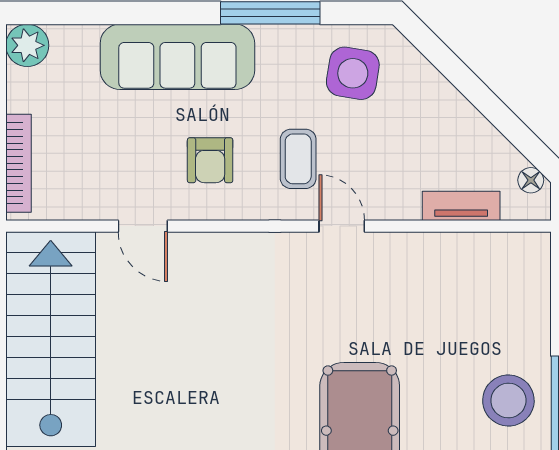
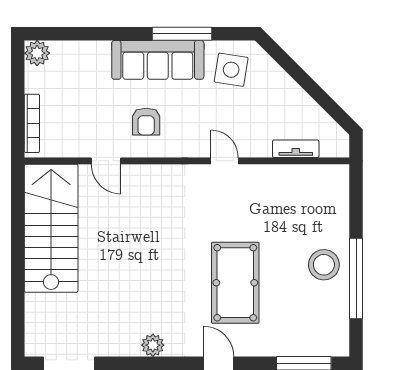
sofa: (177, 57) -> (158, 60), moved
coffee table: (298, 159) -> (199, 121), removed
floor lamp: (531, 180) -> (337, 133), removed

